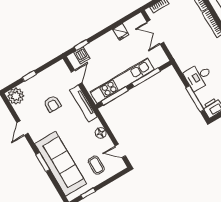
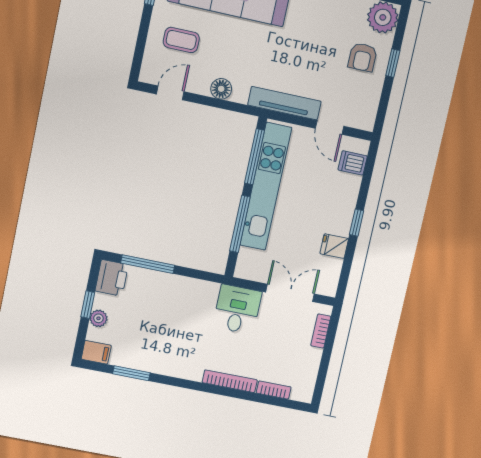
window: (81, 45) -> (357, 223), moved
desk: (198, 77) -> (237, 309), moved
armchair: (52, 104) -> (363, 57), moved, turned -90

